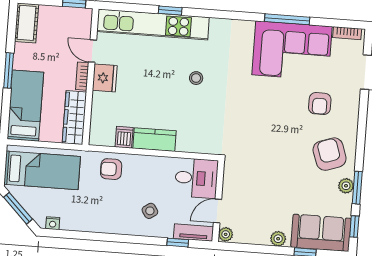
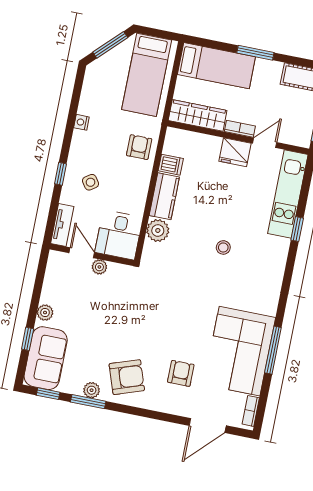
kitchen unit: (153, 24) -> (288, 194), width x0.73
armchair: (320, 104) -> (181, 373), turned 90
plant: (188, 142) -> (158, 230), added
nightstand: (53, 223) -> (81, 122), moved
plant: (226, 234) -> (99, 267), moved
window: (178, 243) -> (61, 174), moved

